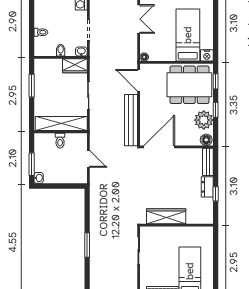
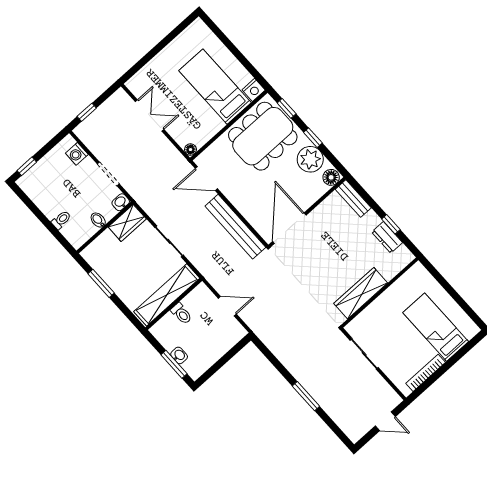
washbasin: (39, 178) -> (179, 355), moved
dresser: (207, 187) -> (387, 237), moved

